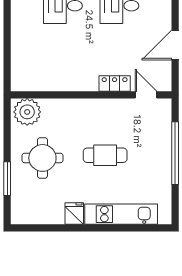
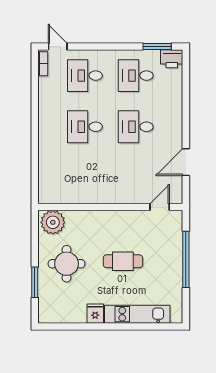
locker: (115, 84) -> (131, 197), removed
door: (146, 95) -> (160, 207), hinge flipped

